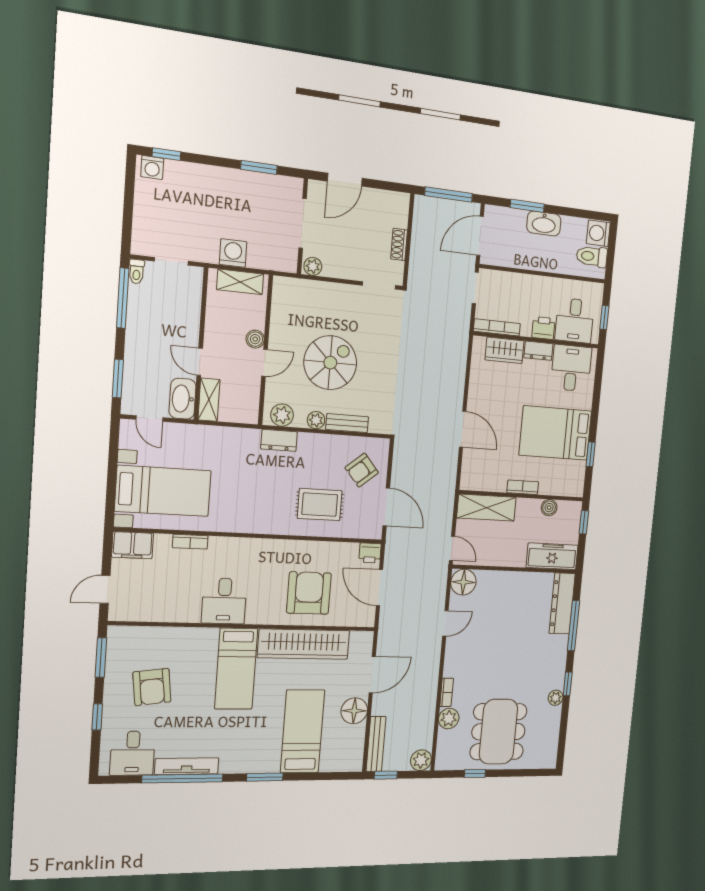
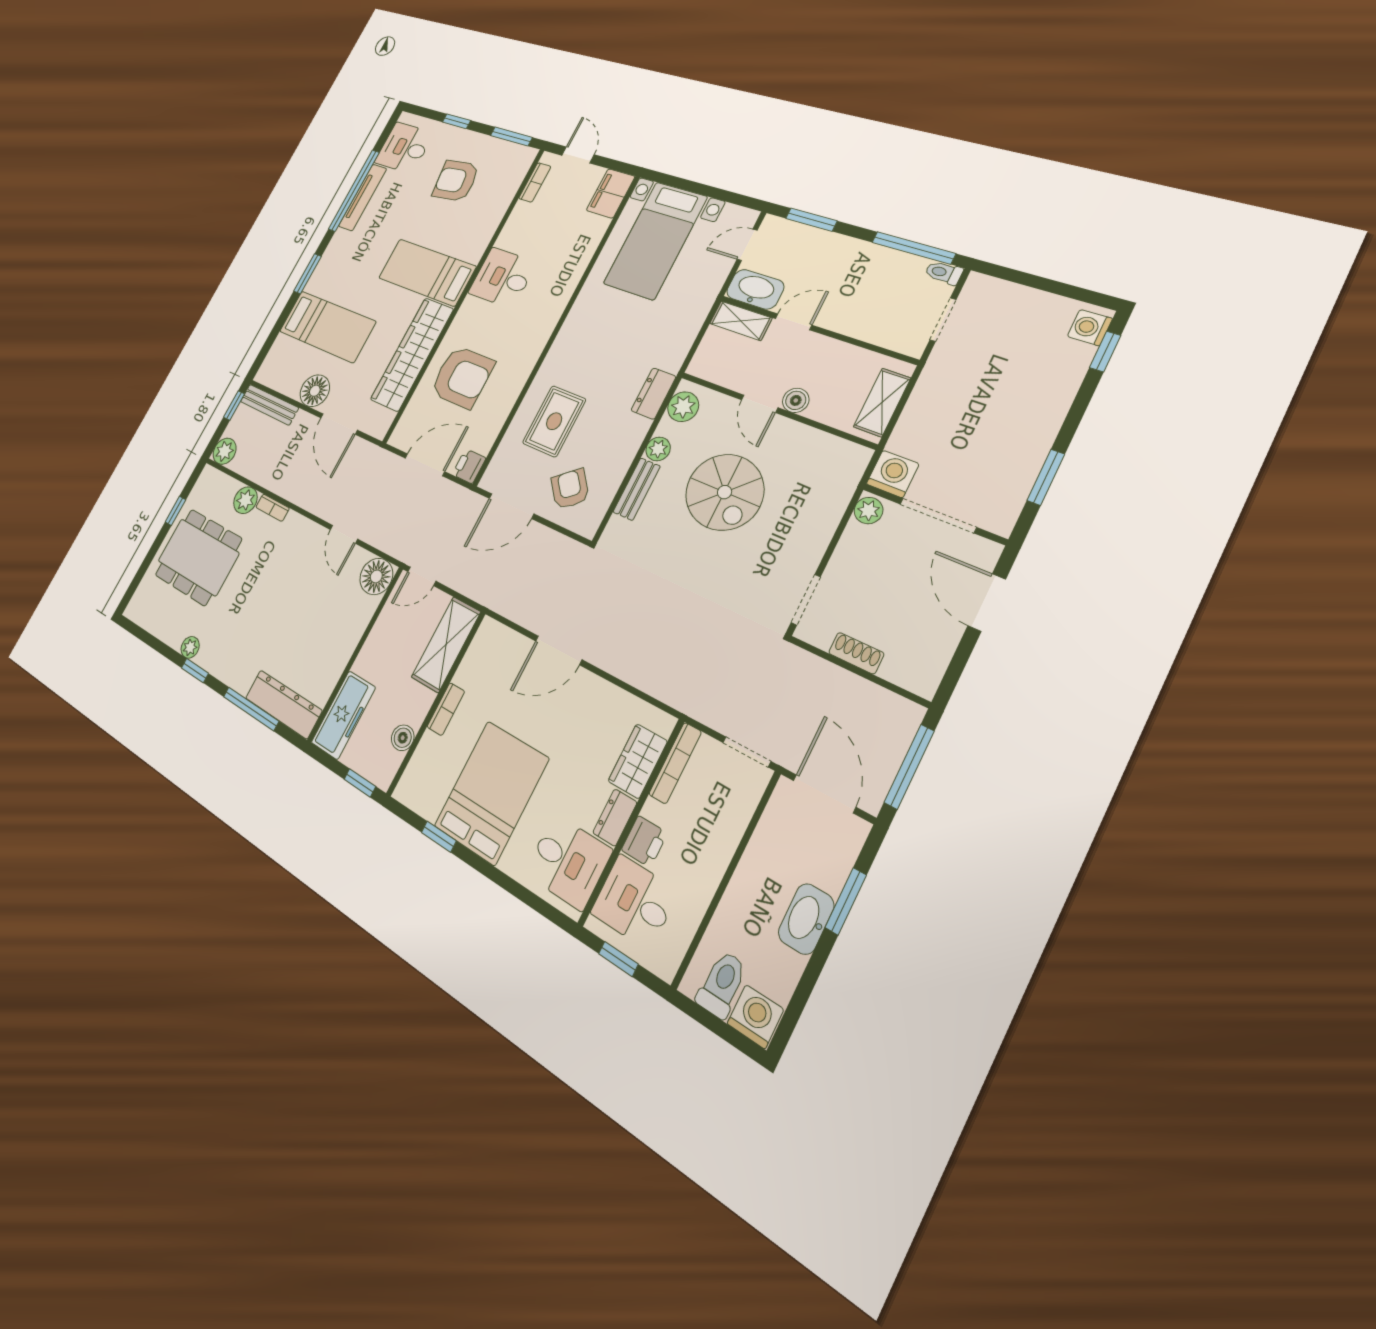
washing machine: (233, 253) -> (893, 474), moved, turned -90
bookcase: (190, 542) -> (535, 182), moved, turned 180

